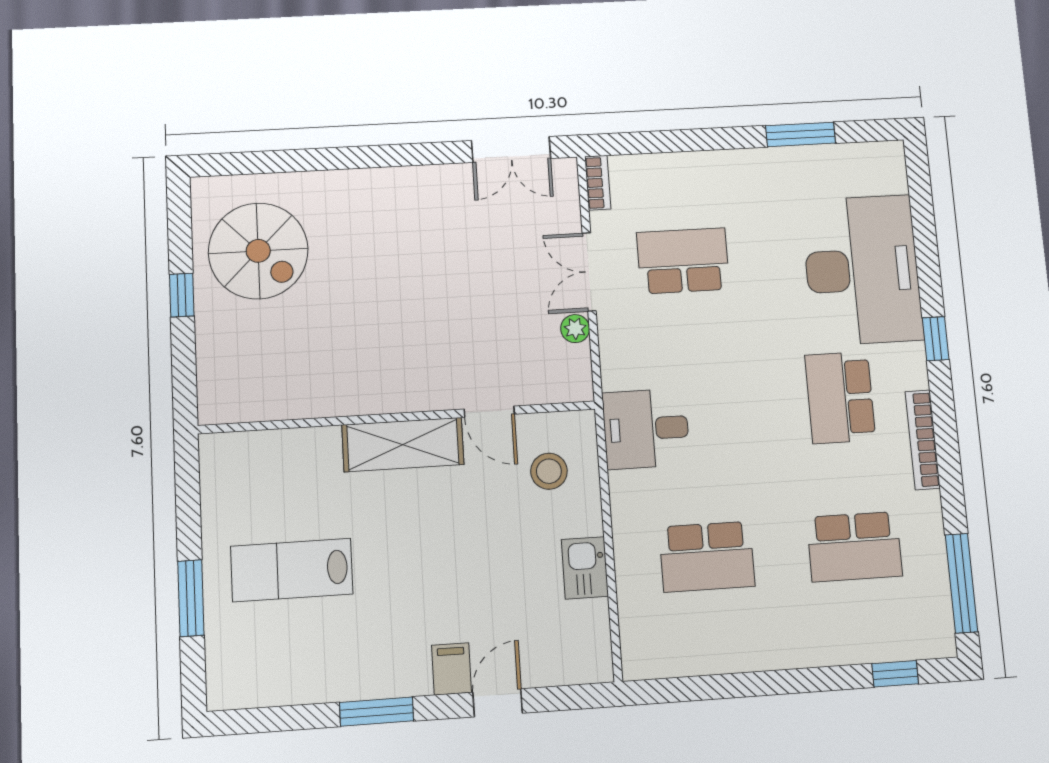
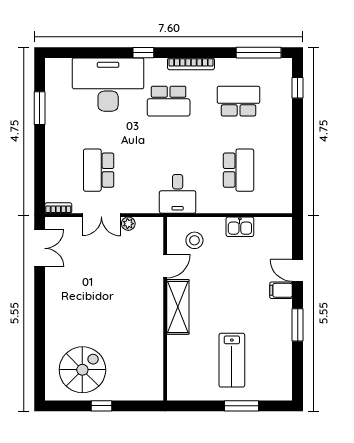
school desk: (854, 547) -> (239, 101), turned -90

